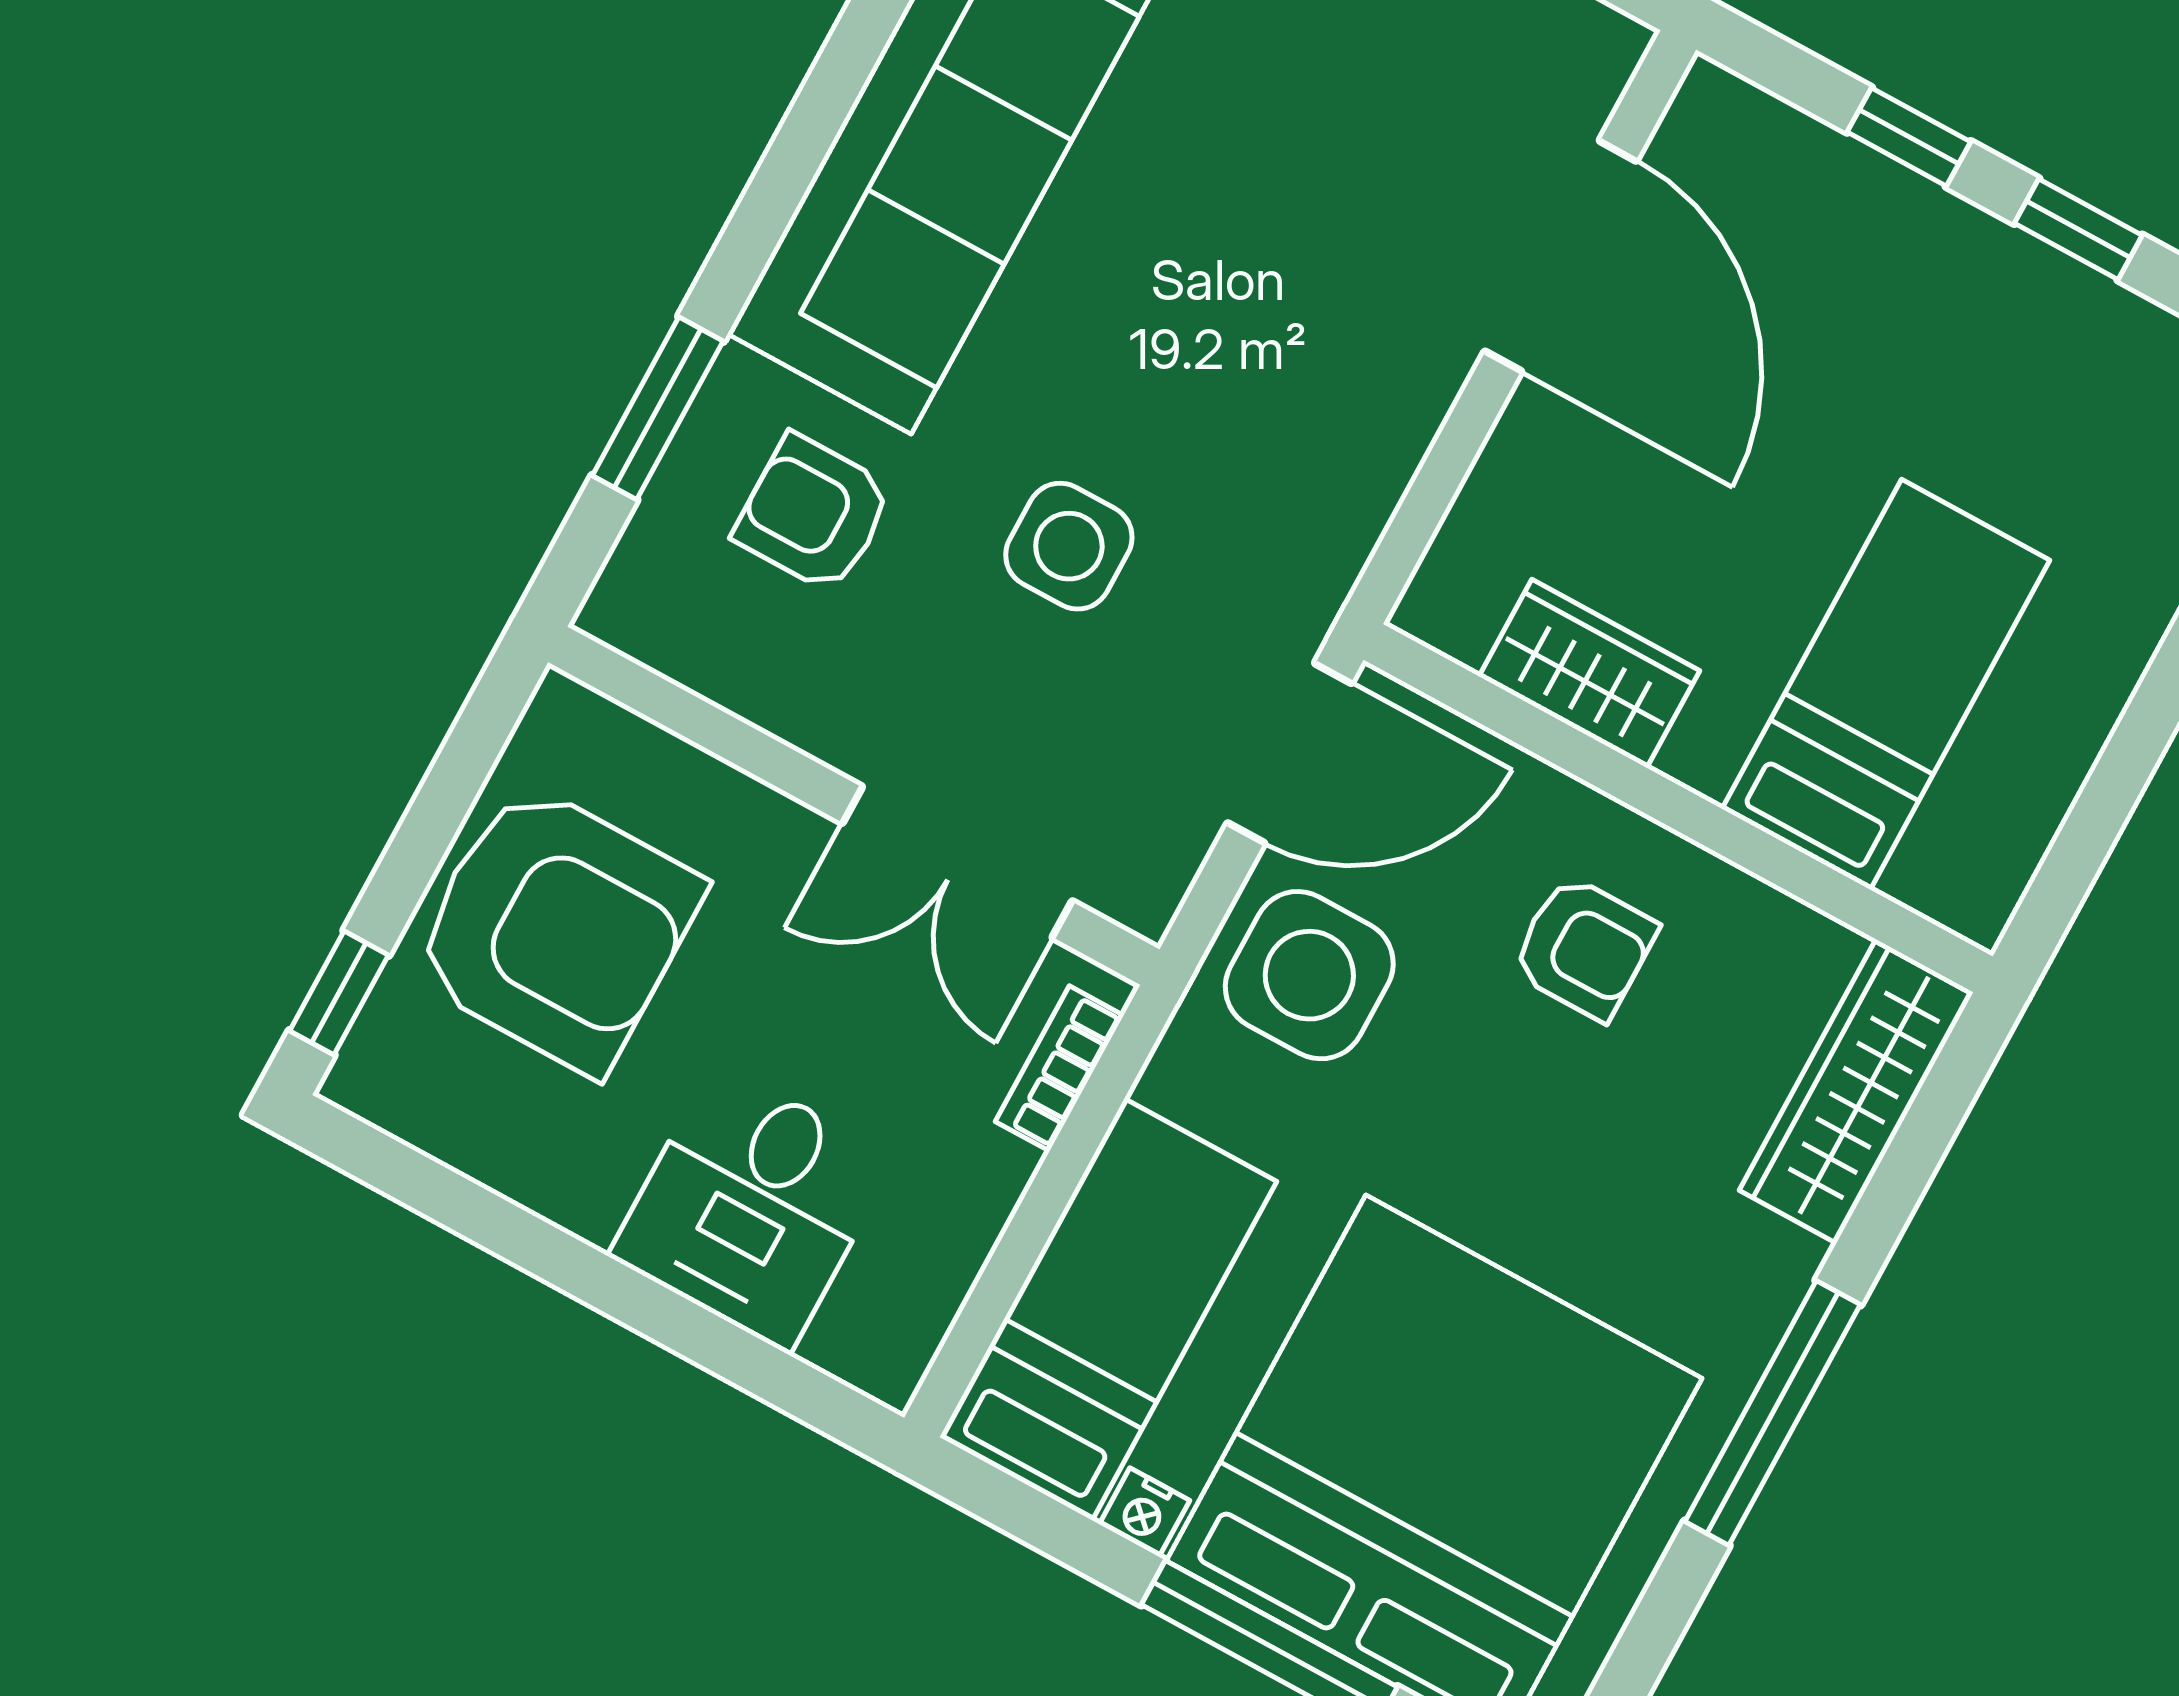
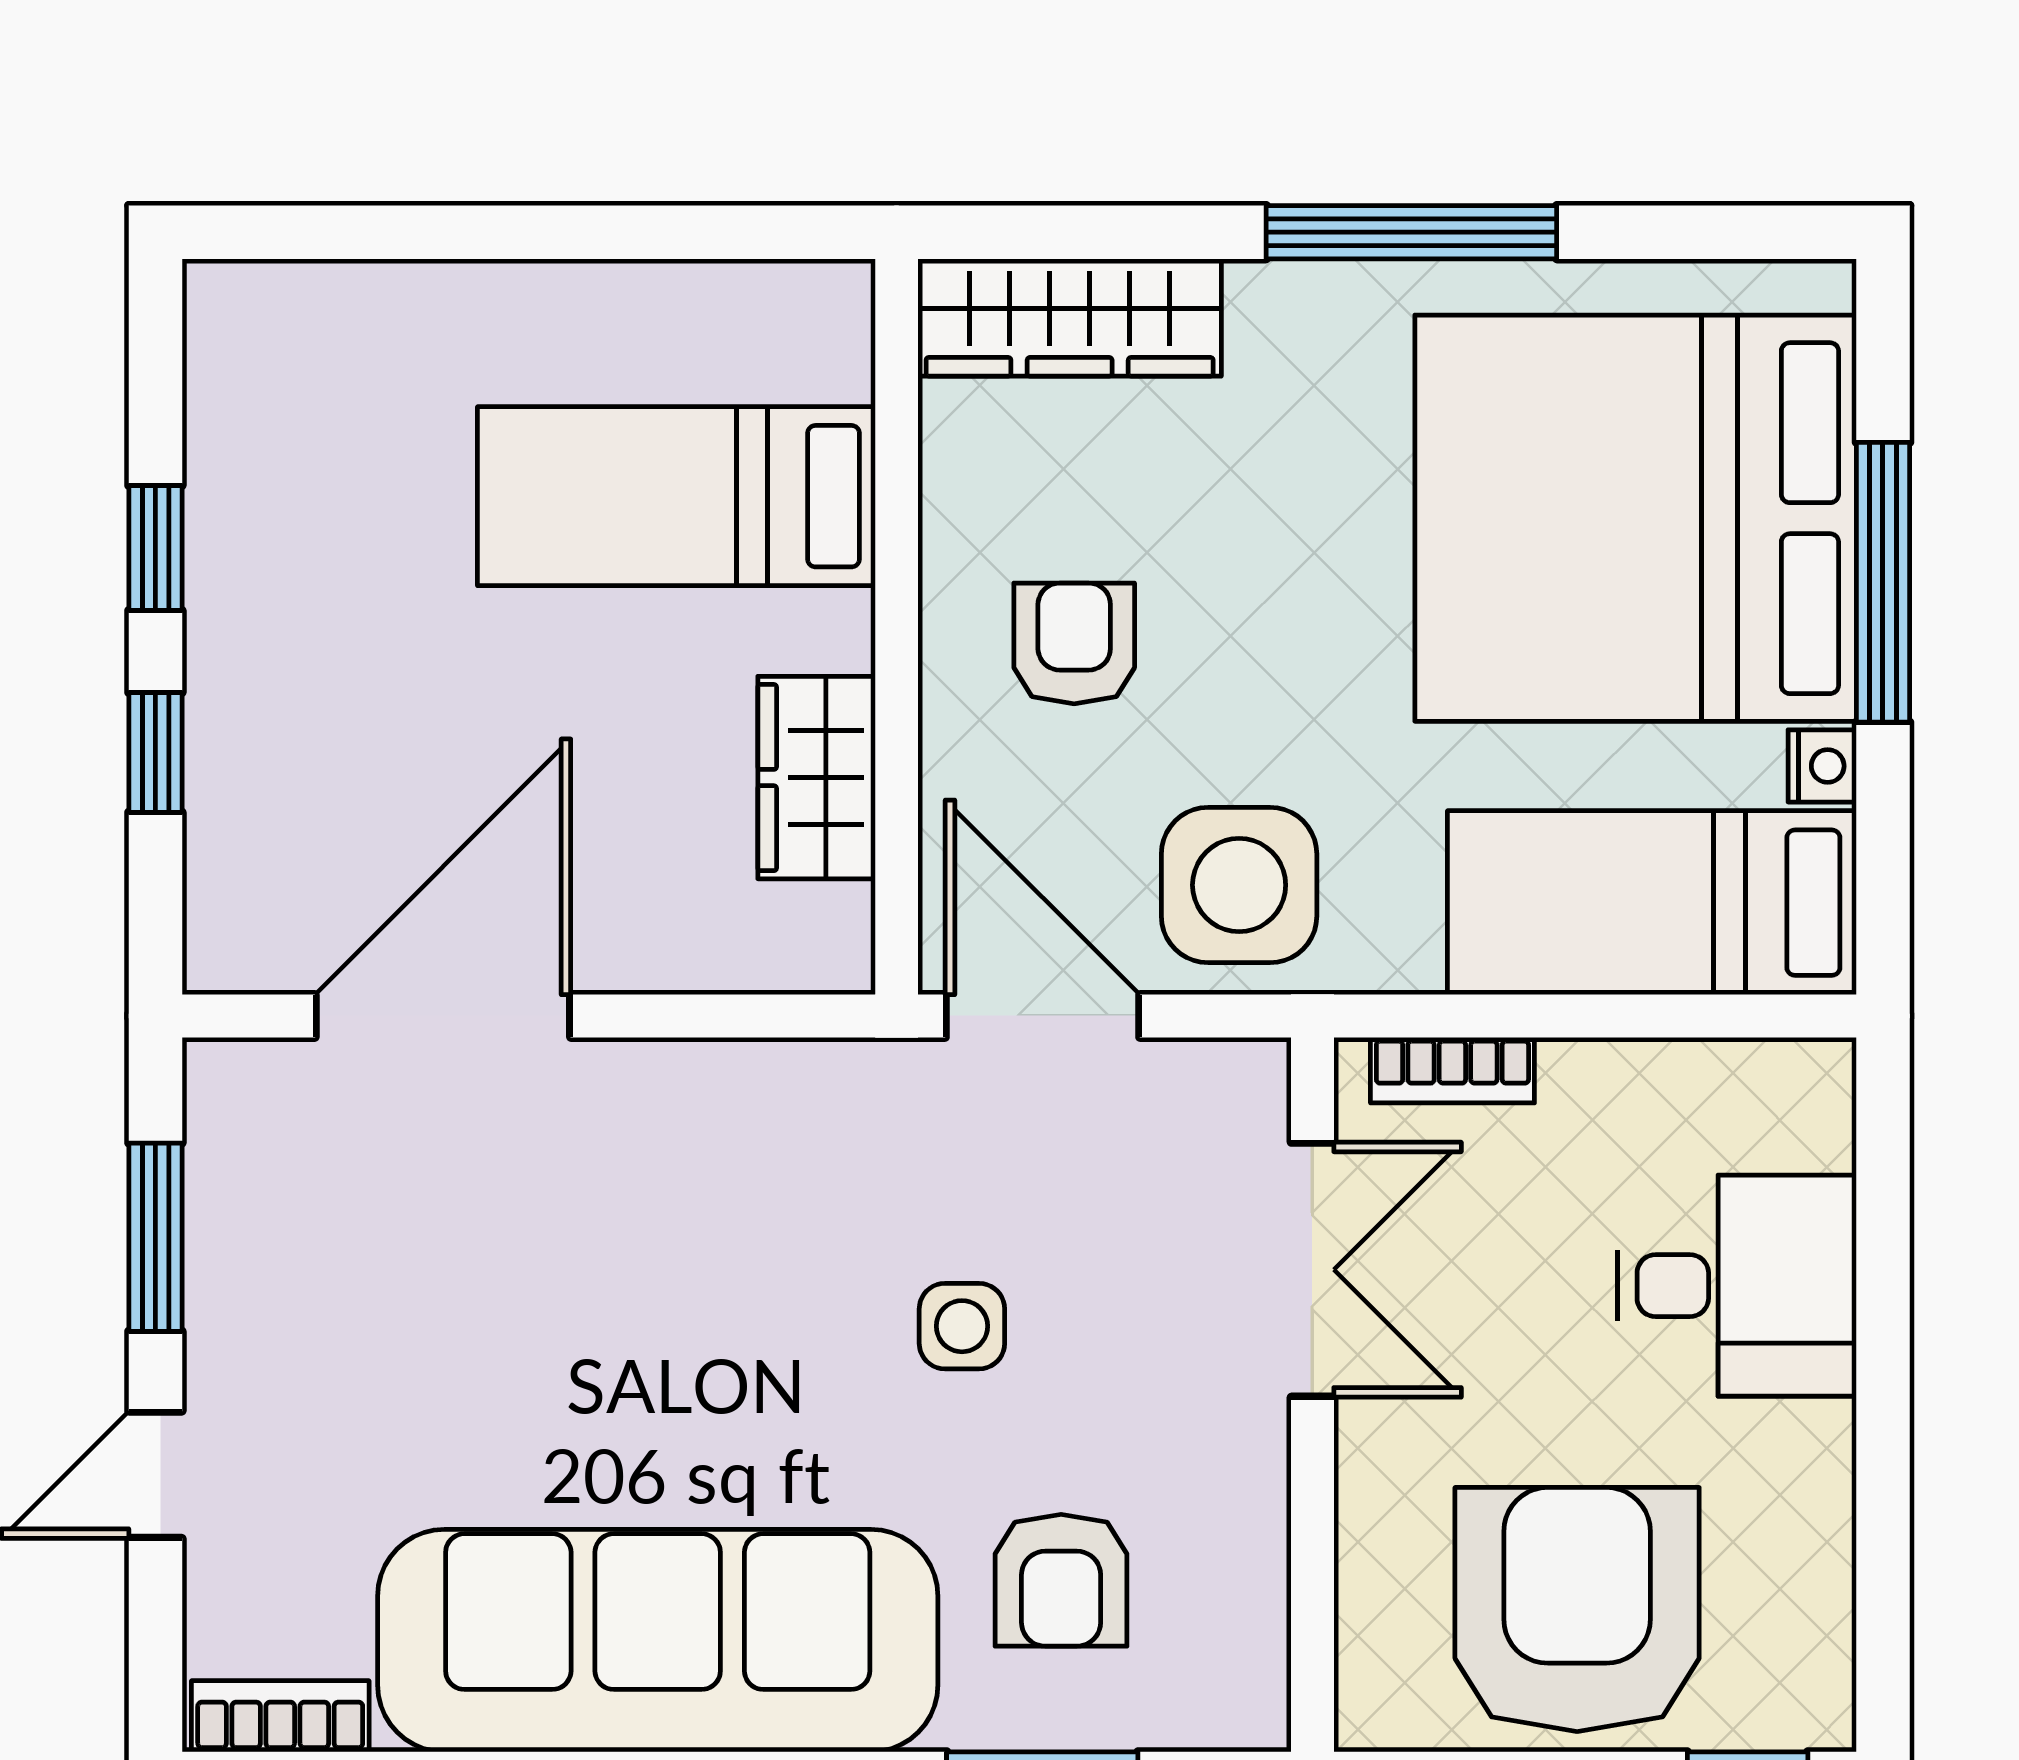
side table: (1069, 546) -> (962, 1326), width x0.73, depth x0.73

